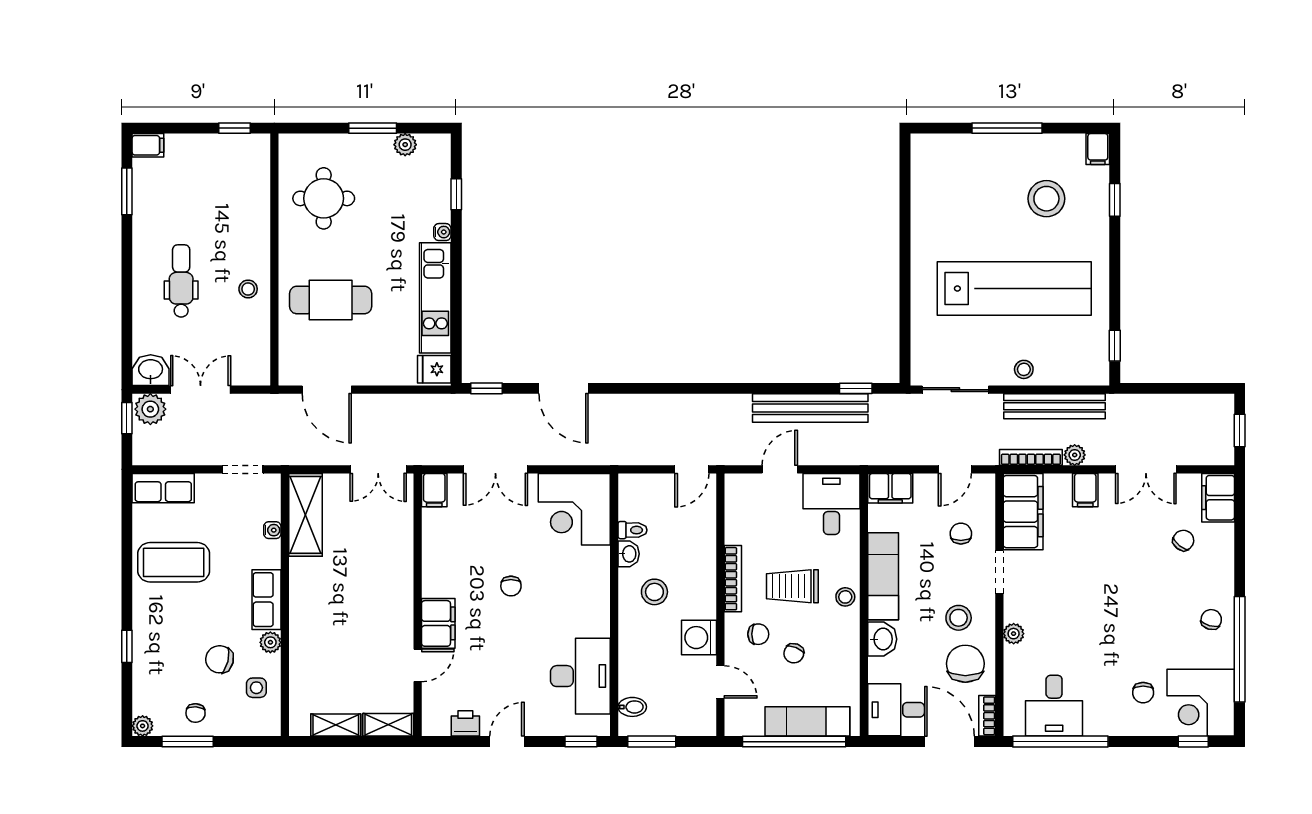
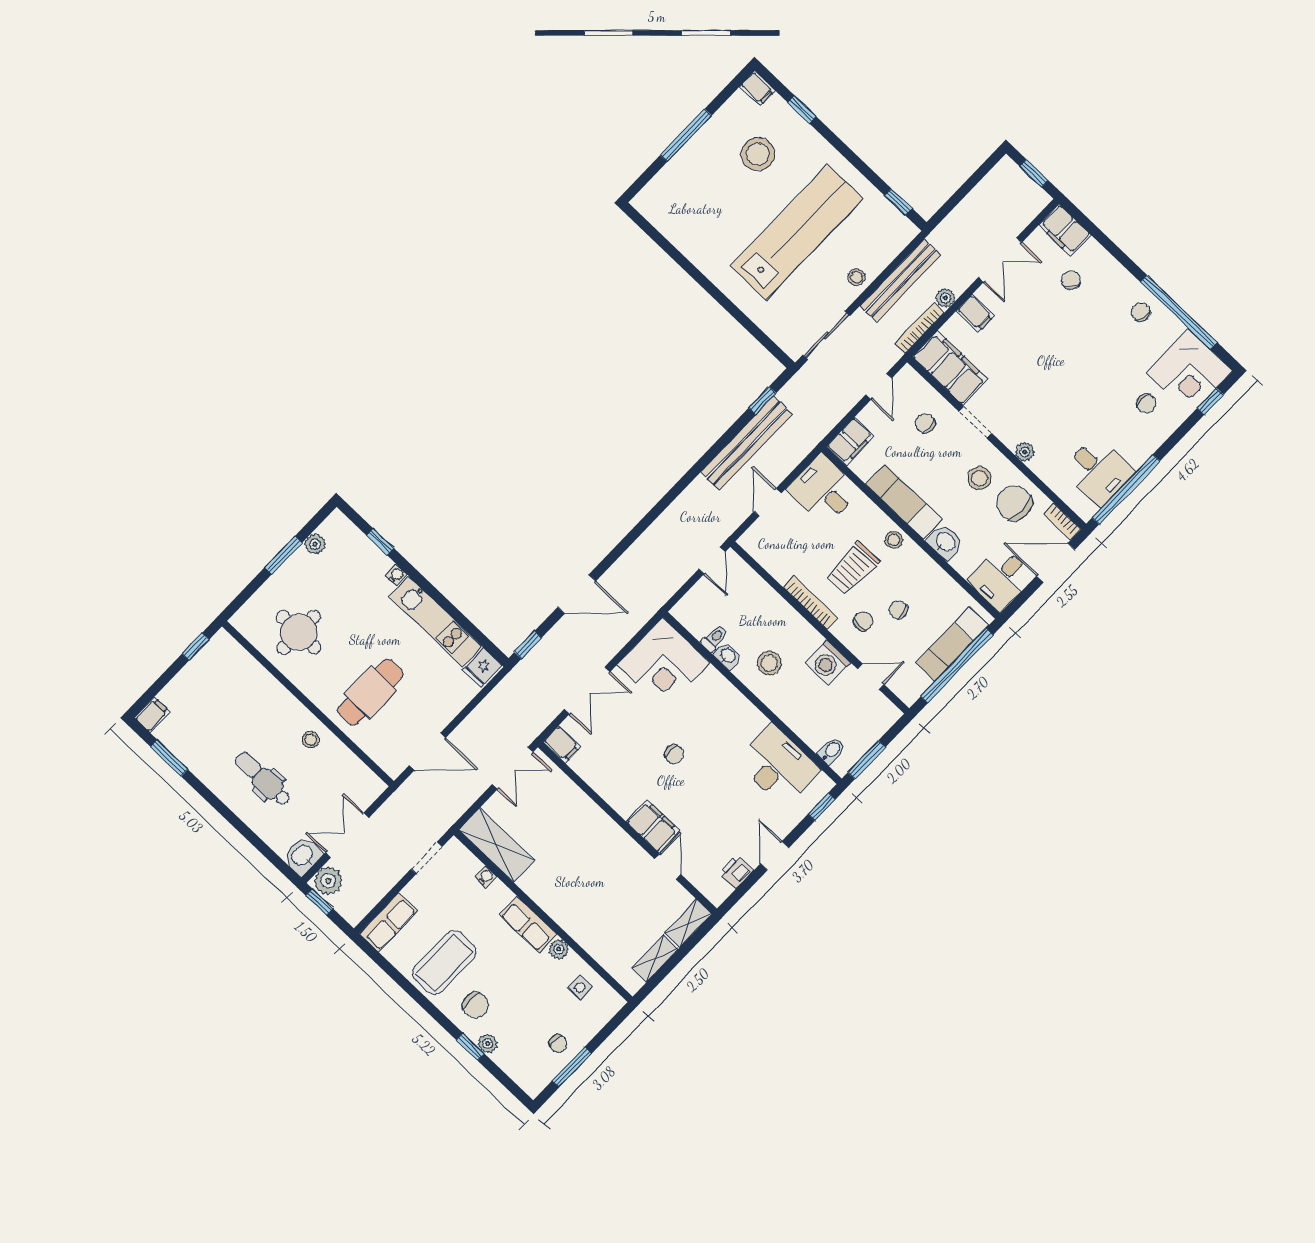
chair: (794, 653) -> (898, 610), turned 145
chair: (220, 659) -> (476, 1005), moved, turned -104
plant: (143, 726) -> (488, 1043), moved

